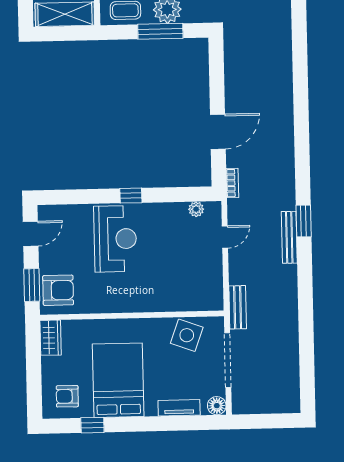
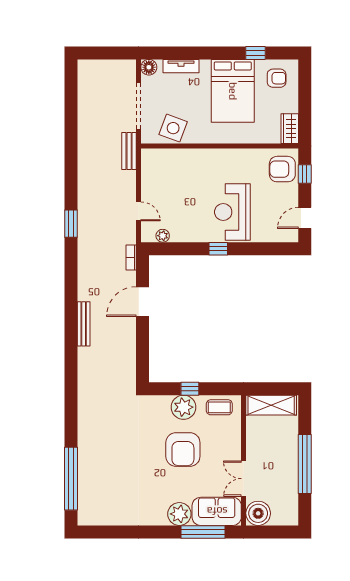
window: (160, 31) -> (190, 389), width x0.46
door: (225, 237) -> (139, 211), swing flipped
bench: (289, 237) -> (84, 324), moved
window: (32, 285) -> (305, 174), width x0.67

